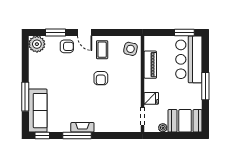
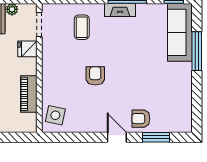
plant: (37, 44) -> (181, 122), removed
coffee table: (102, 50) -> (82, 27), moved

